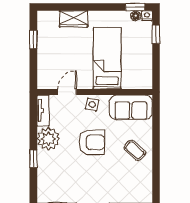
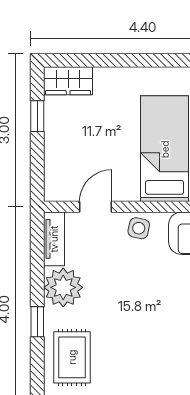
wardrobe: (74, 19) -> (68, 81), moved
armchair: (92, 142) -> (138, 294), removed
rug: (53, 179) -> (72, 357), added

